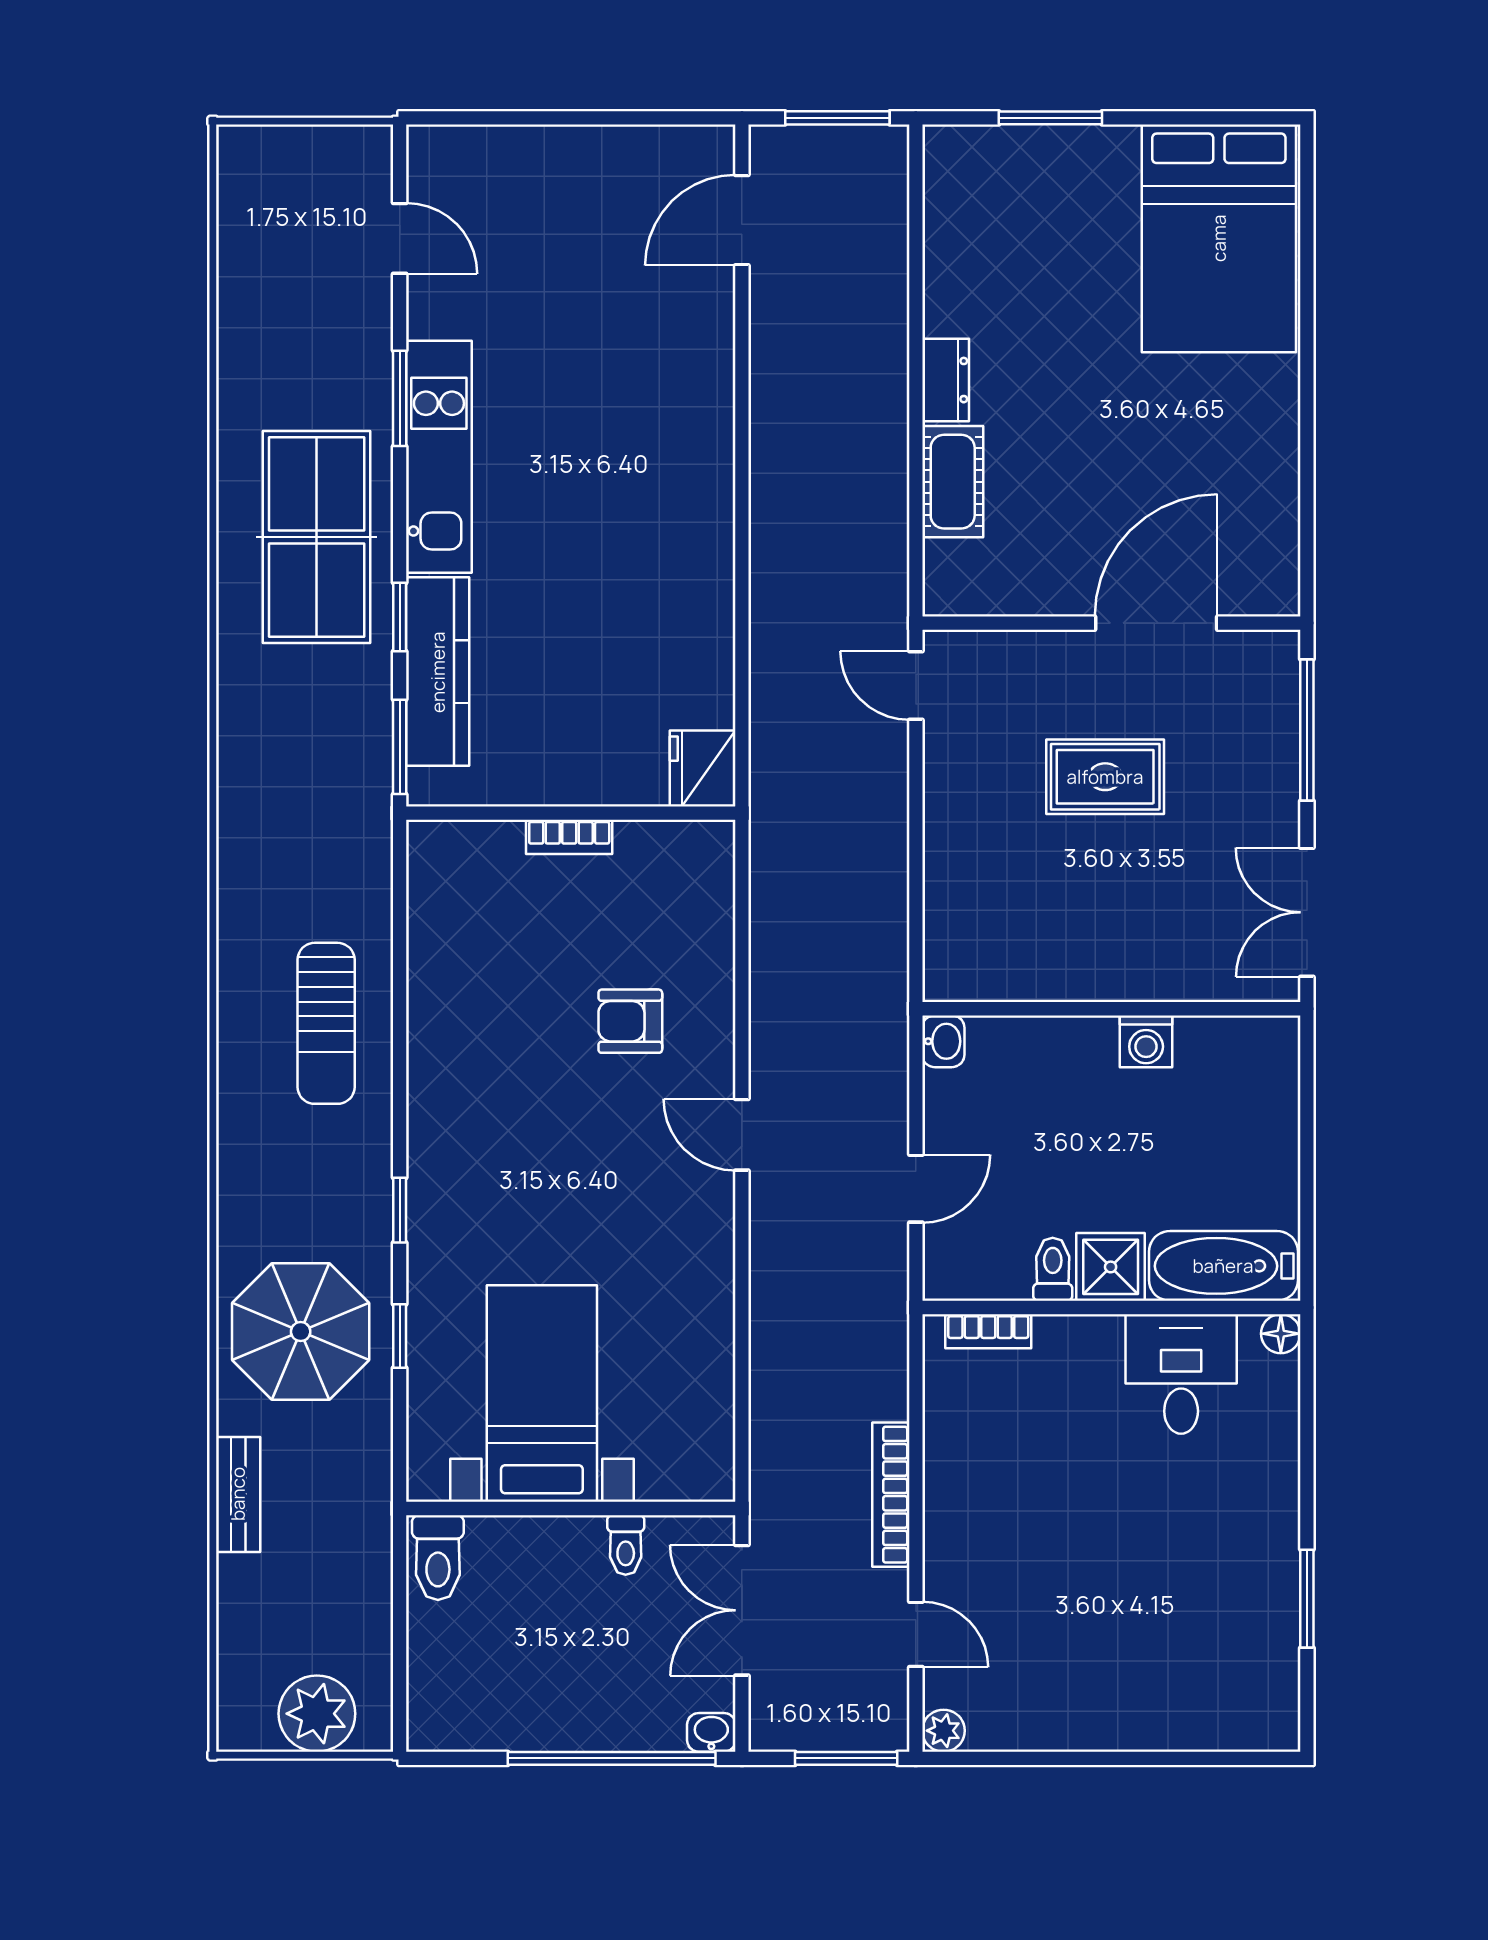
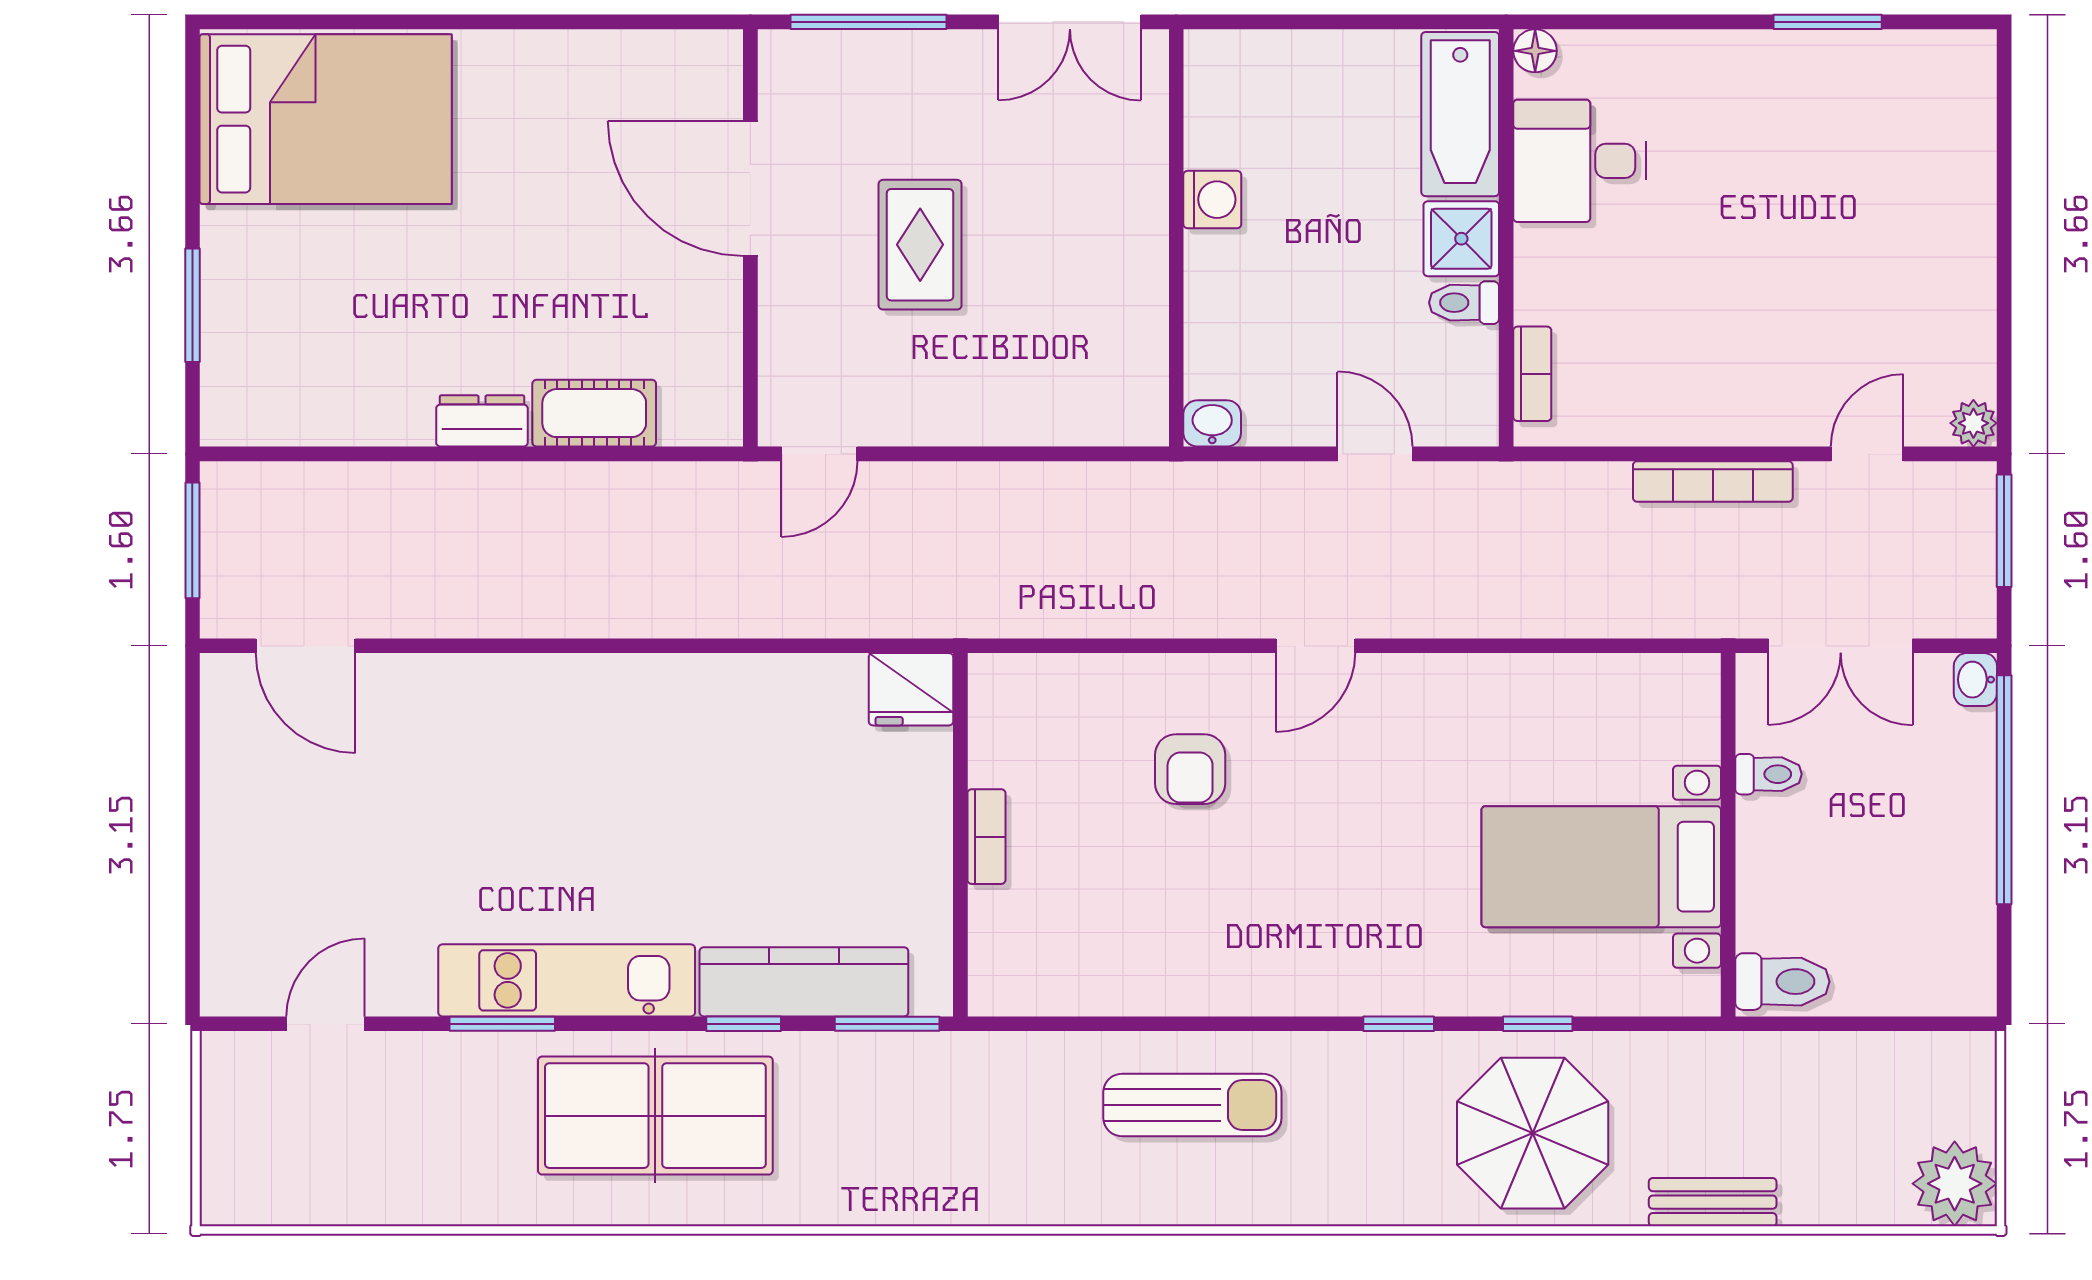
plant: (317, 1714) -> (1955, 1184), moved

